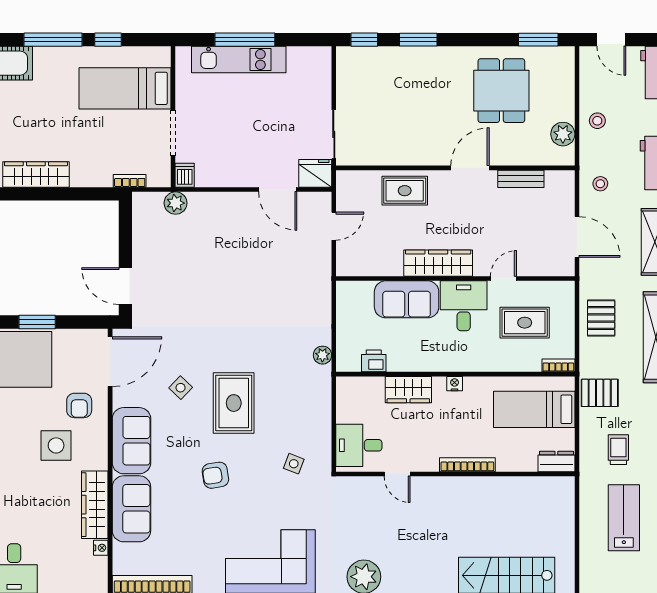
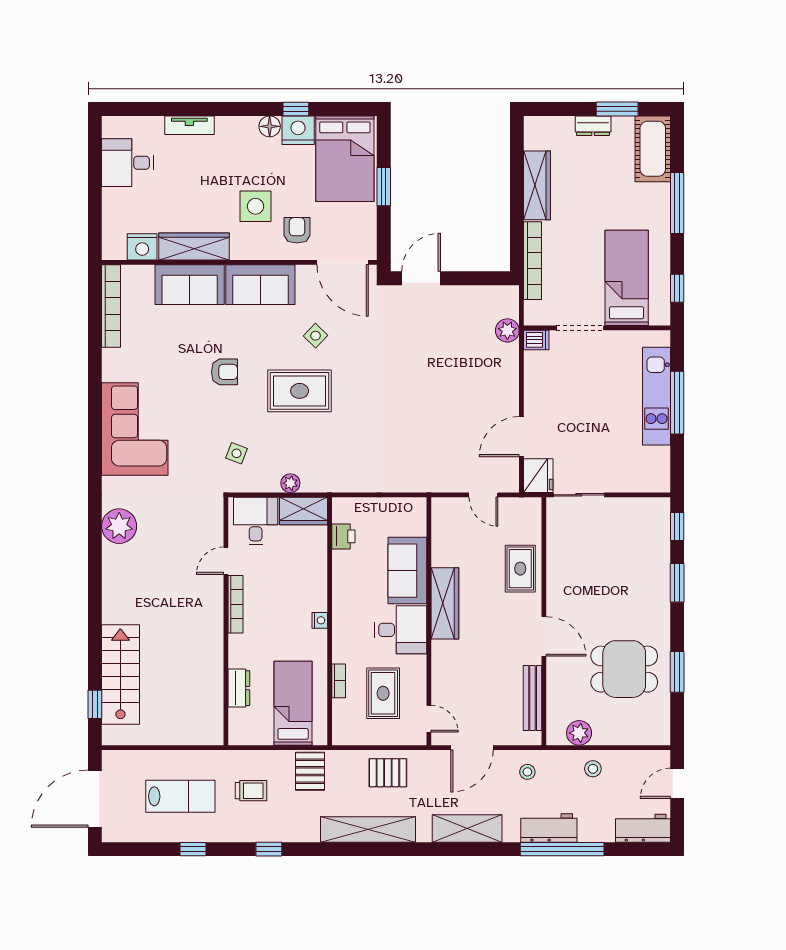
window: (108, 40) -> (677, 288), moved
window: (538, 40) -> (677, 672), moved
bench: (521, 179) -> (533, 698), width x1.36
bookcase: (130, 181) -> (533, 261), width x2.31, depth x1.31
door: (503, 279) -> (429, 719), moved
plant: (322, 355) -> (290, 483), moved
bookcase: (558, 365) -> (339, 681), moved
wardrobe: (408, 390) -> (303, 511), moved, turned -90
armchair: (79, 405) -> (297, 230), turned 90
dresser: (556, 462) -> (239, 688), moved
bookcase: (467, 465) -> (235, 604), moved
armchair: (215, 475) -> (225, 372), turned 99
nightstand: (101, 548) -> (142, 247), width x1.89, depth x1.79

